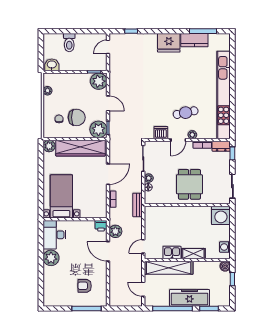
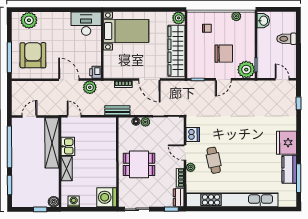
chair: (77, 117) -> (224, 54), moved, turned -90
plant: (98, 129) -> (196, 69), removed
door: (108, 251) -> (69, 80), hinge flipped
plant: (51, 258) -> (29, 20), moved
armchair: (85, 286) -> (33, 55), width x1.88, depth x1.88
freezer: (189, 298) -> (21, 165), removed

